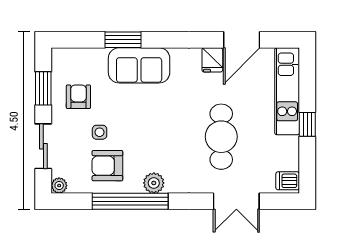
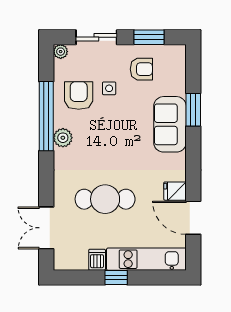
dishwasher: (288, 181) -> (97, 260), moved
double door: (236, 201) -> (46, 228), moved

